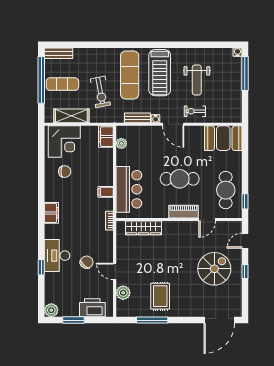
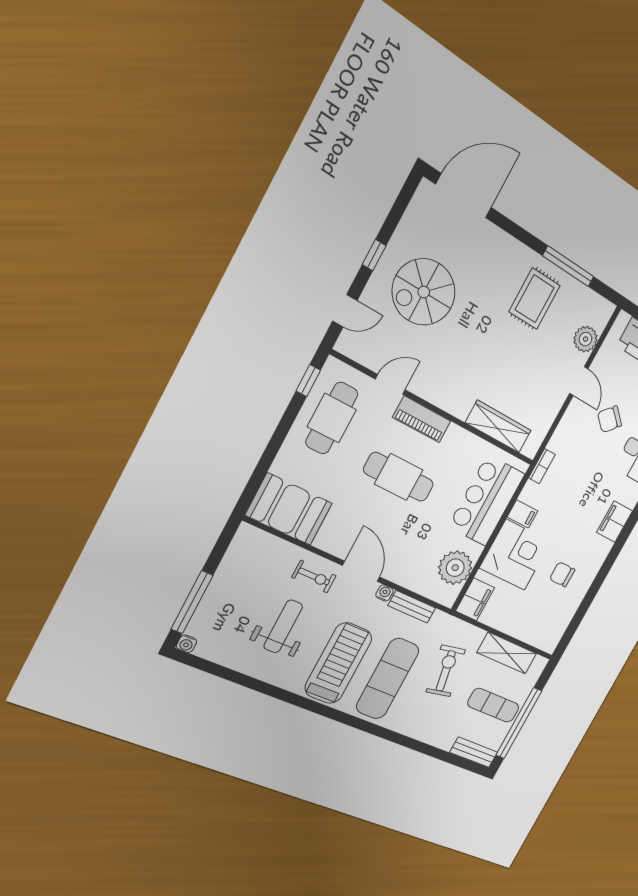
corner desk: (64, 142) -> (515, 555), moved, turned 90
plant: (121, 143) -> (455, 568), width x1.87, depth x1.87

